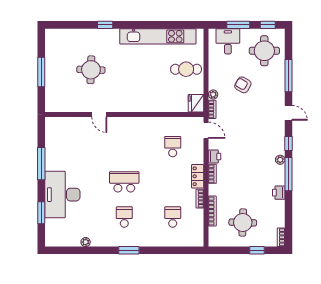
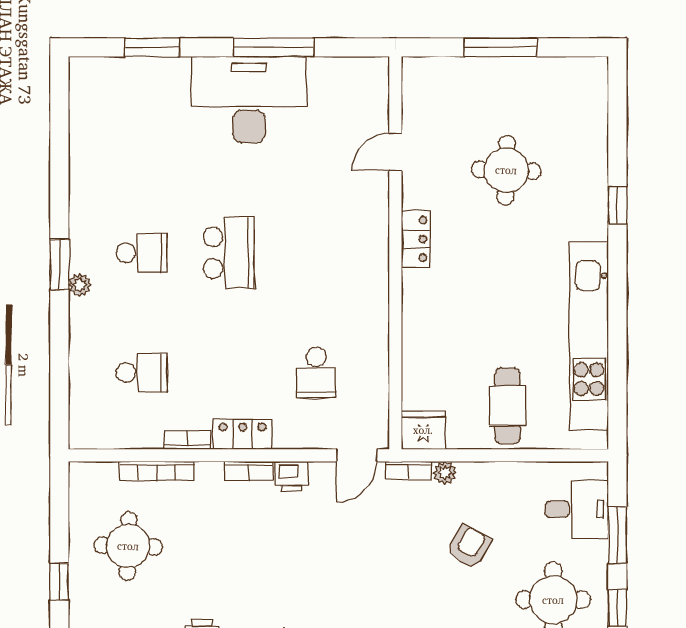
locker: (119, 106) -> (416, 239), added
door: (99, 115) -> (395, 152), moved
school desk: (173, 147) -> (316, 373), turned 90
desk: (62, 195) -> (249, 100), moved
plant: (86, 242) -> (80, 285), moved

